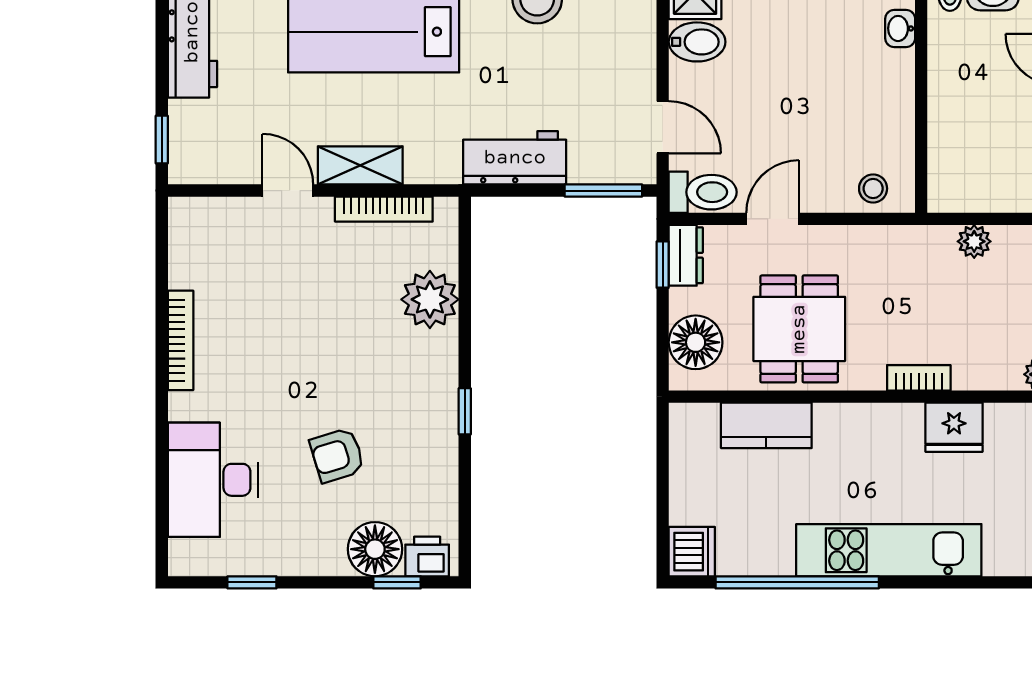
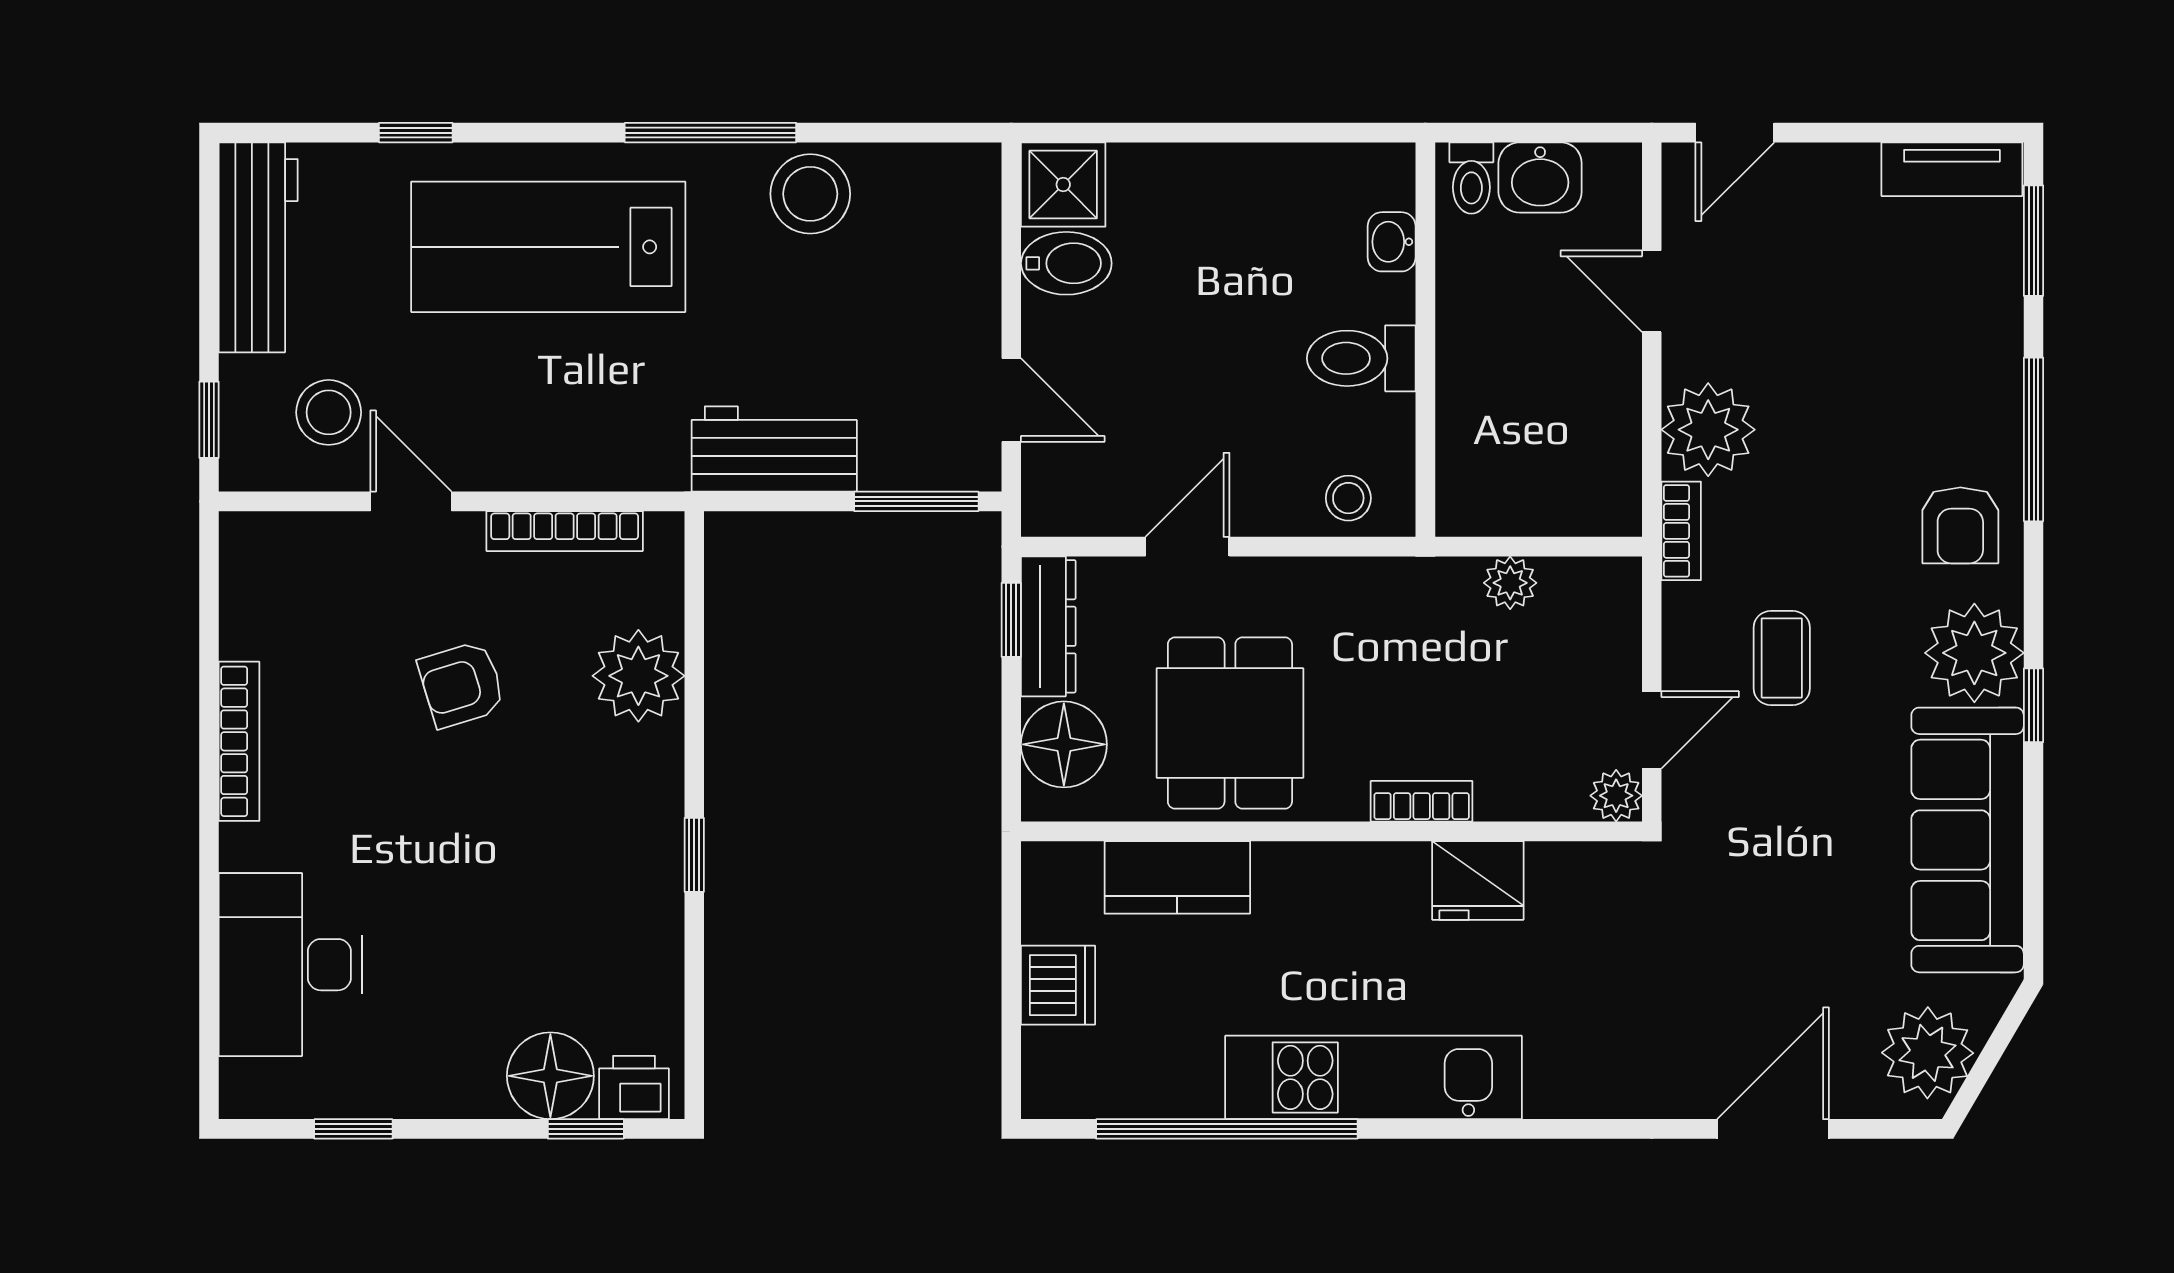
stool: (236, 135) -> (329, 412), added
shelving: (360, 165) -> (527, 461), removed
toilet: (703, 192) -> (1361, 358), moved, turned 180
dresser: (686, 255) -> (1048, 626), width x1.44
armchair: (337, 455) -> (462, 684), moved
dishwasher: (692, 552) -> (1058, 985), moved

